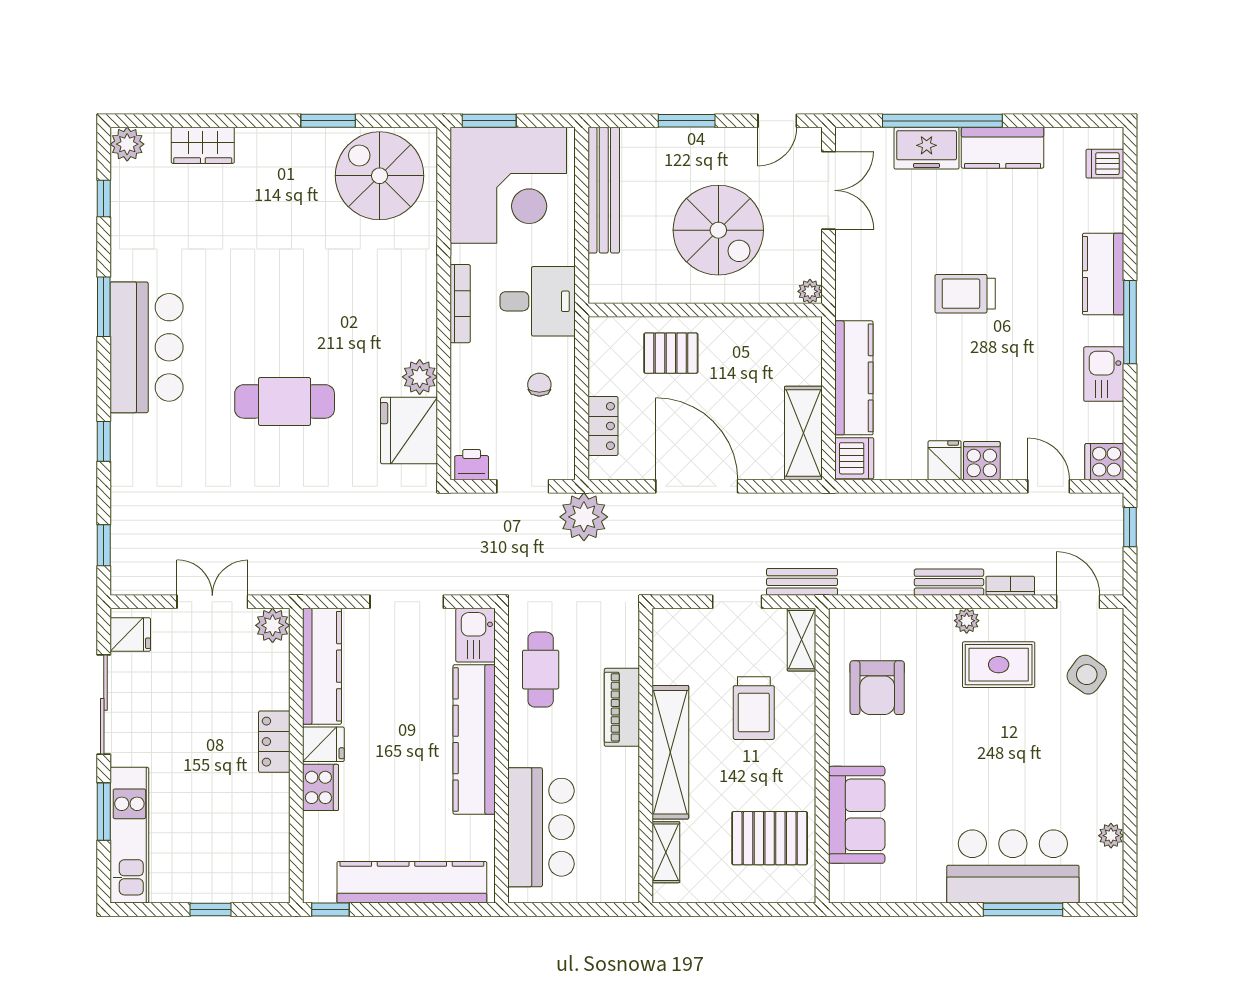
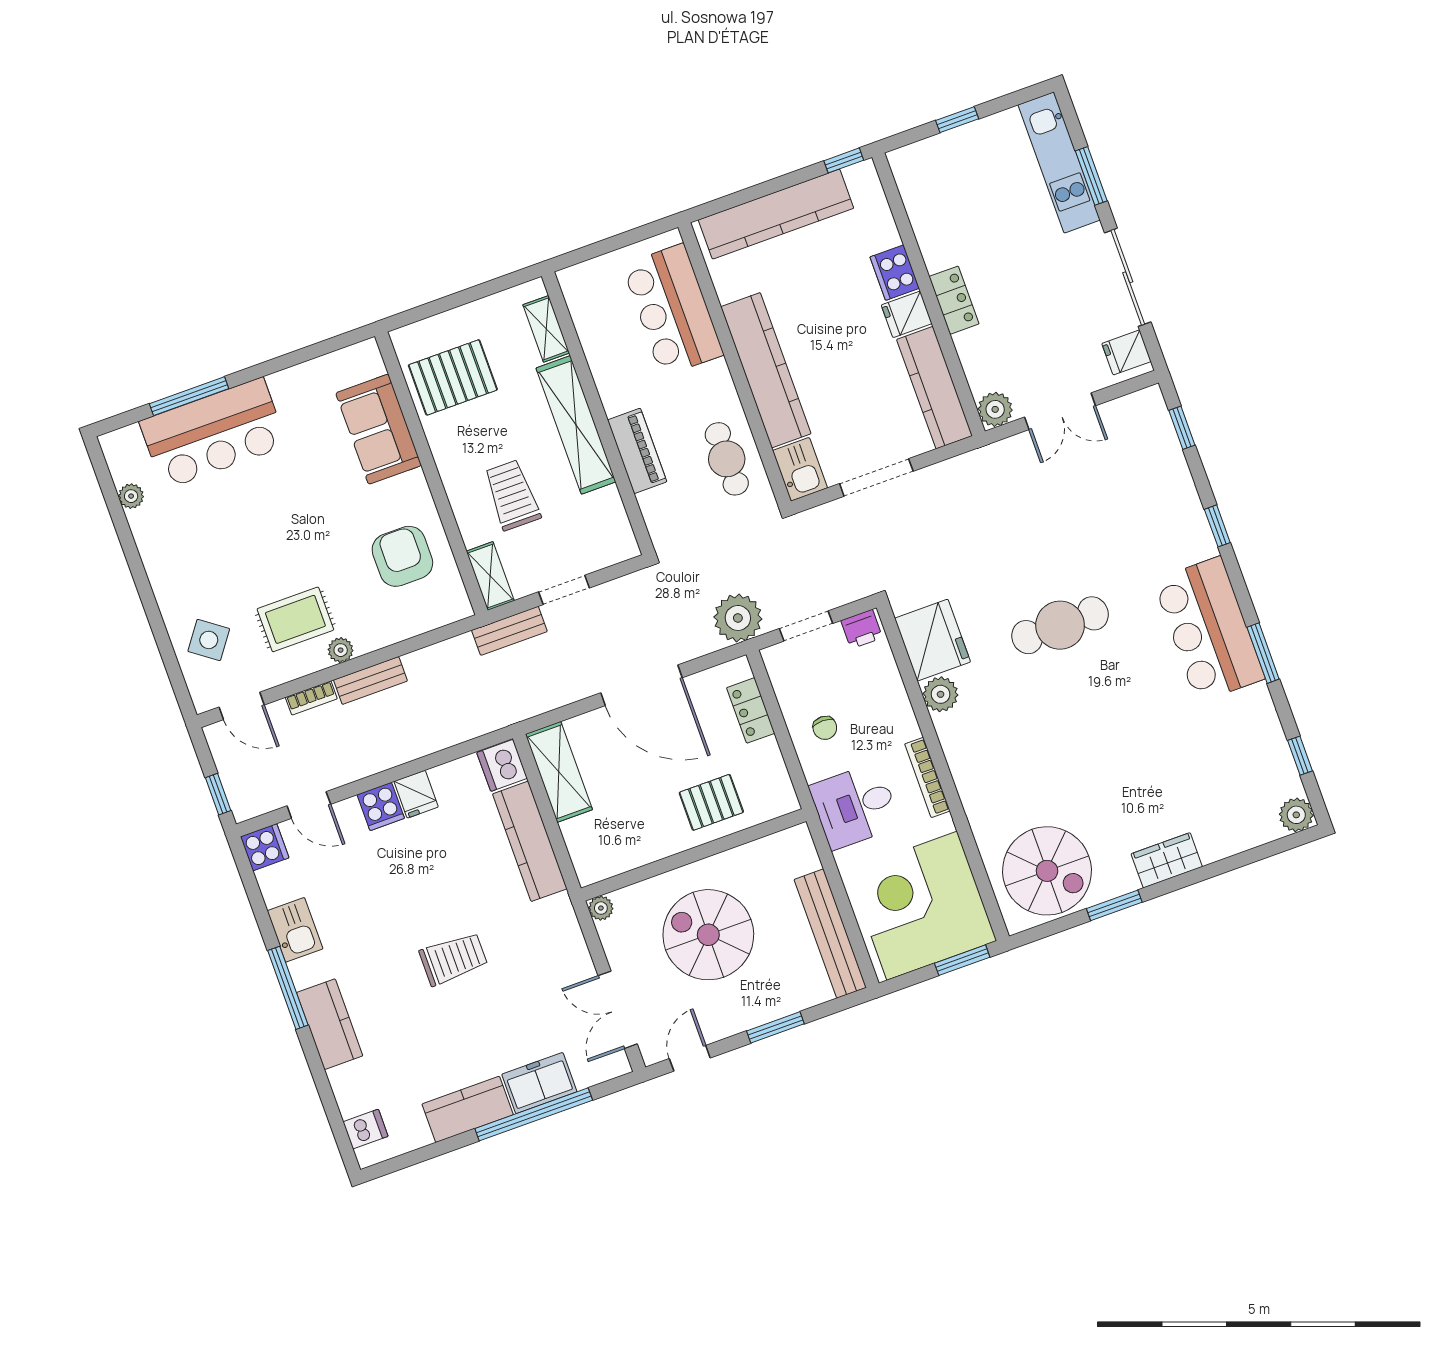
wardrobe: (203, 145) -> (1167, 860), moved

